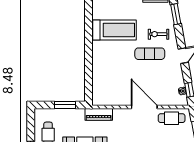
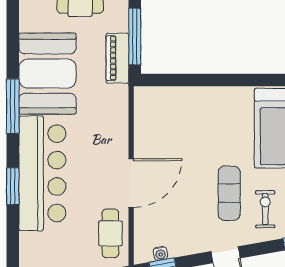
window: (65, 105) -> (135, 37), width x1.44
piano: (99, 114) -> (117, 58), moved

